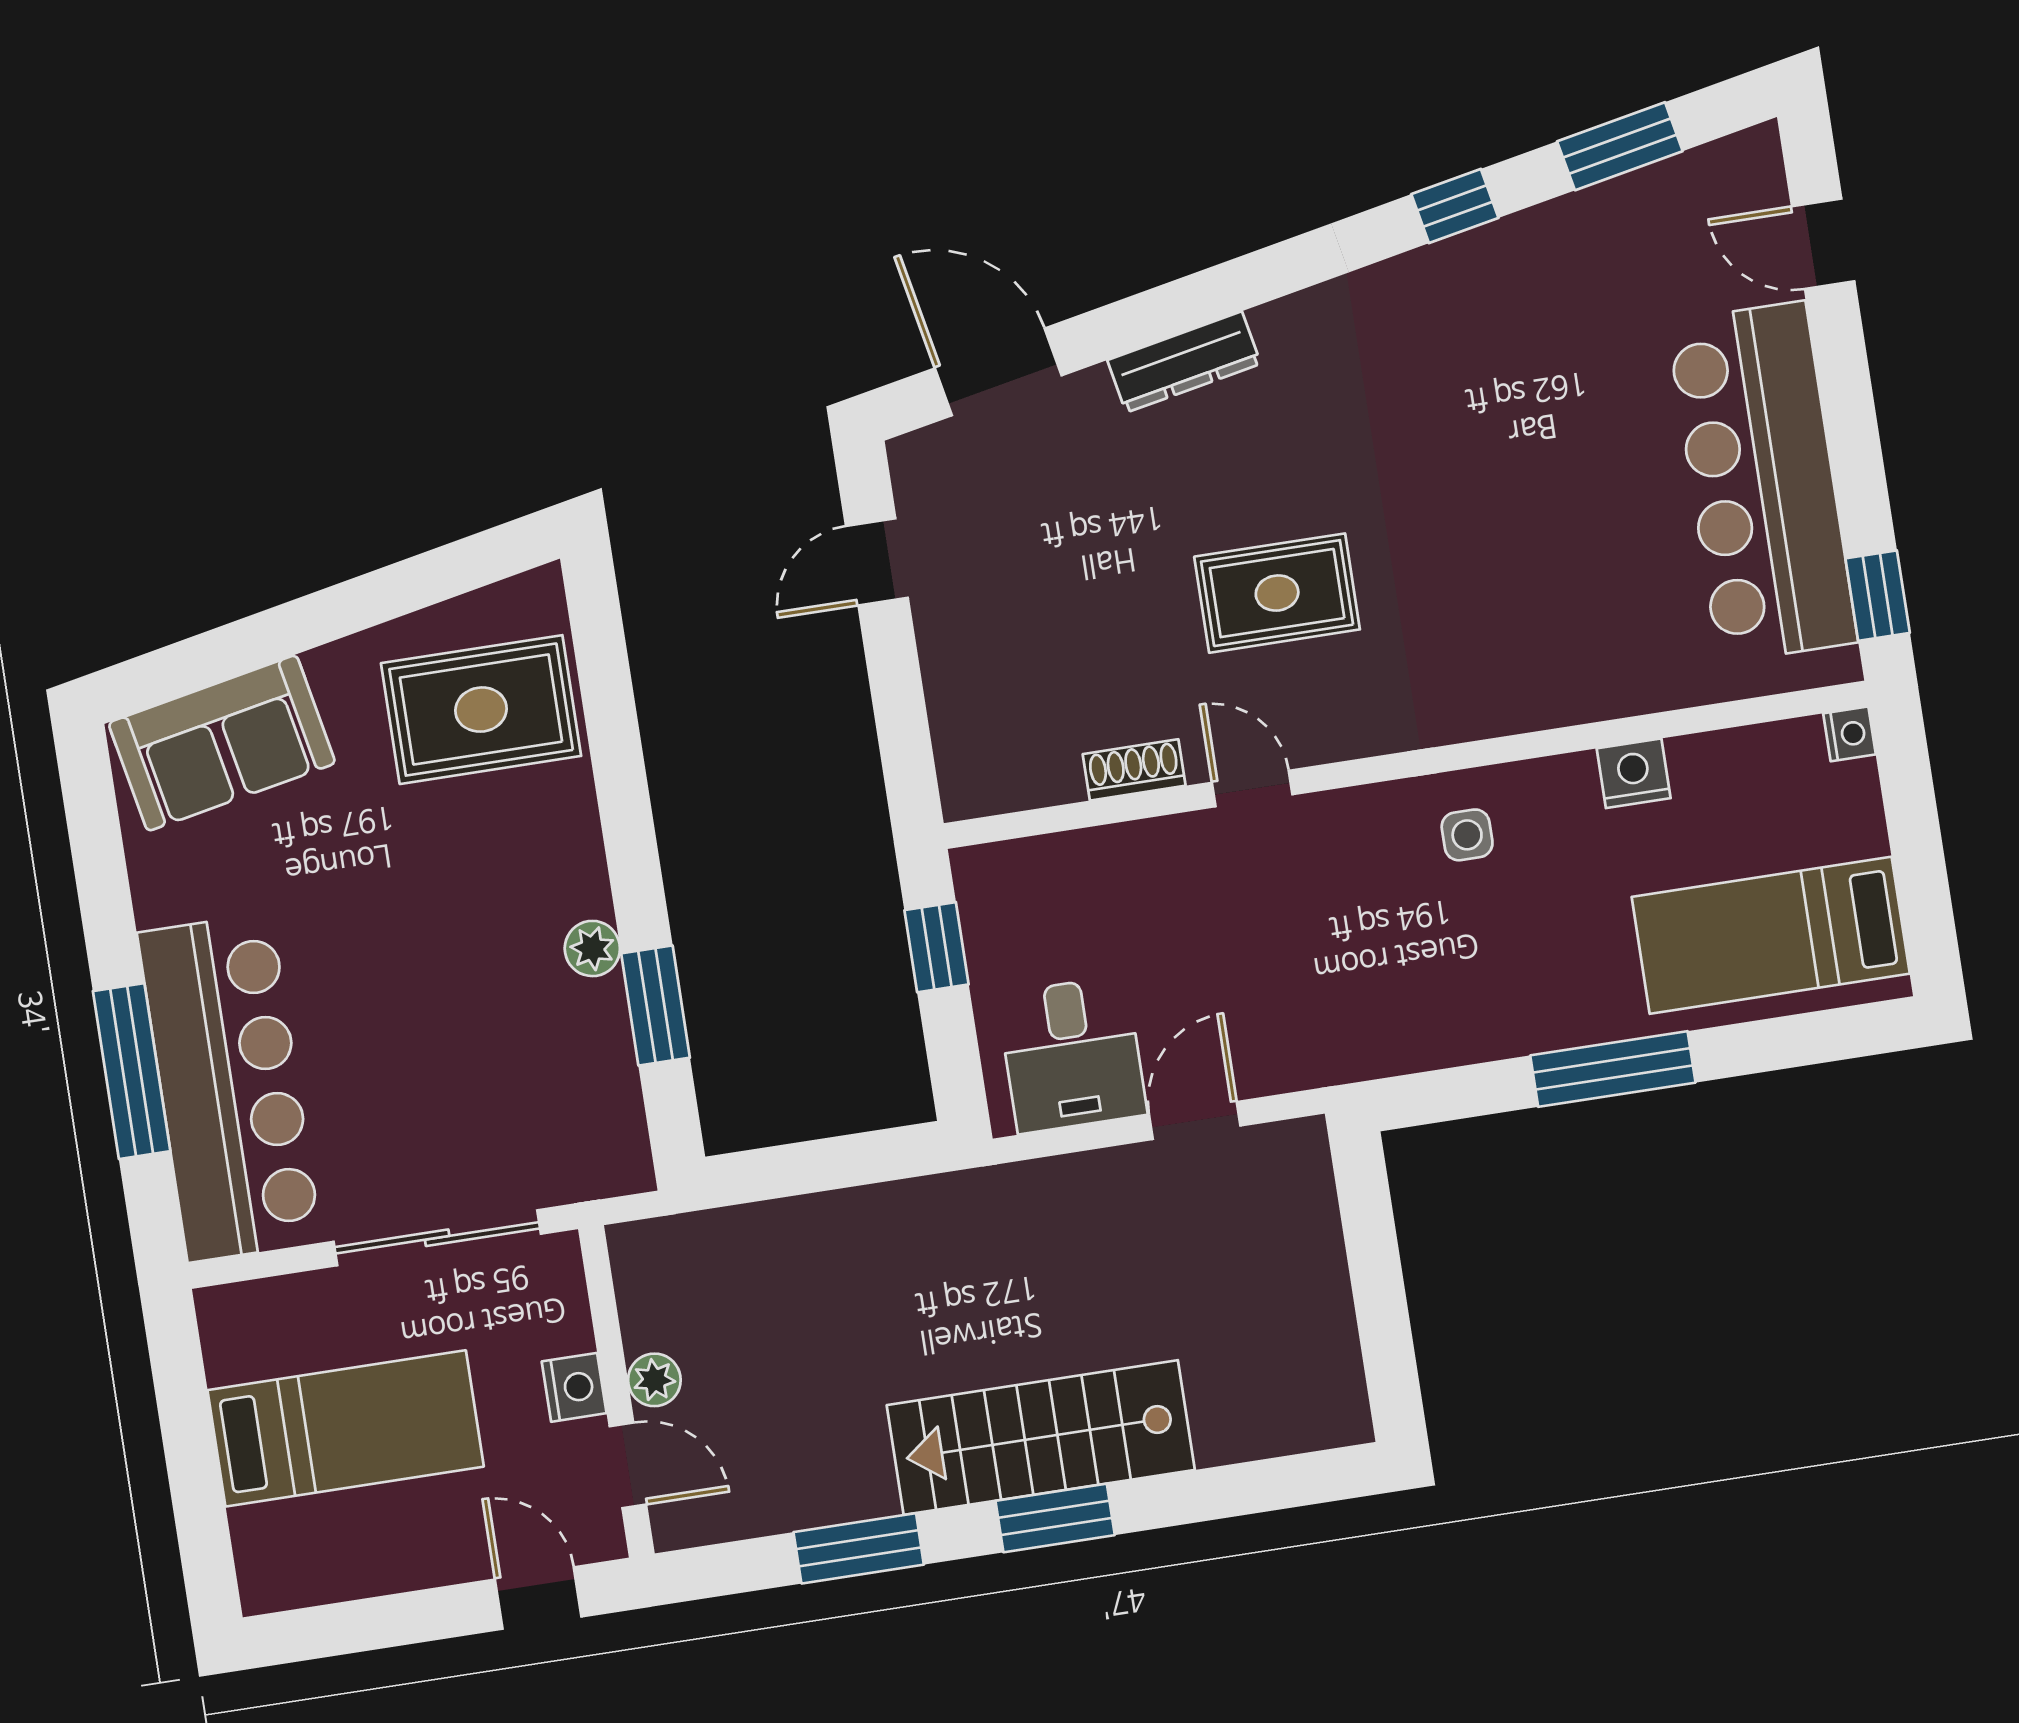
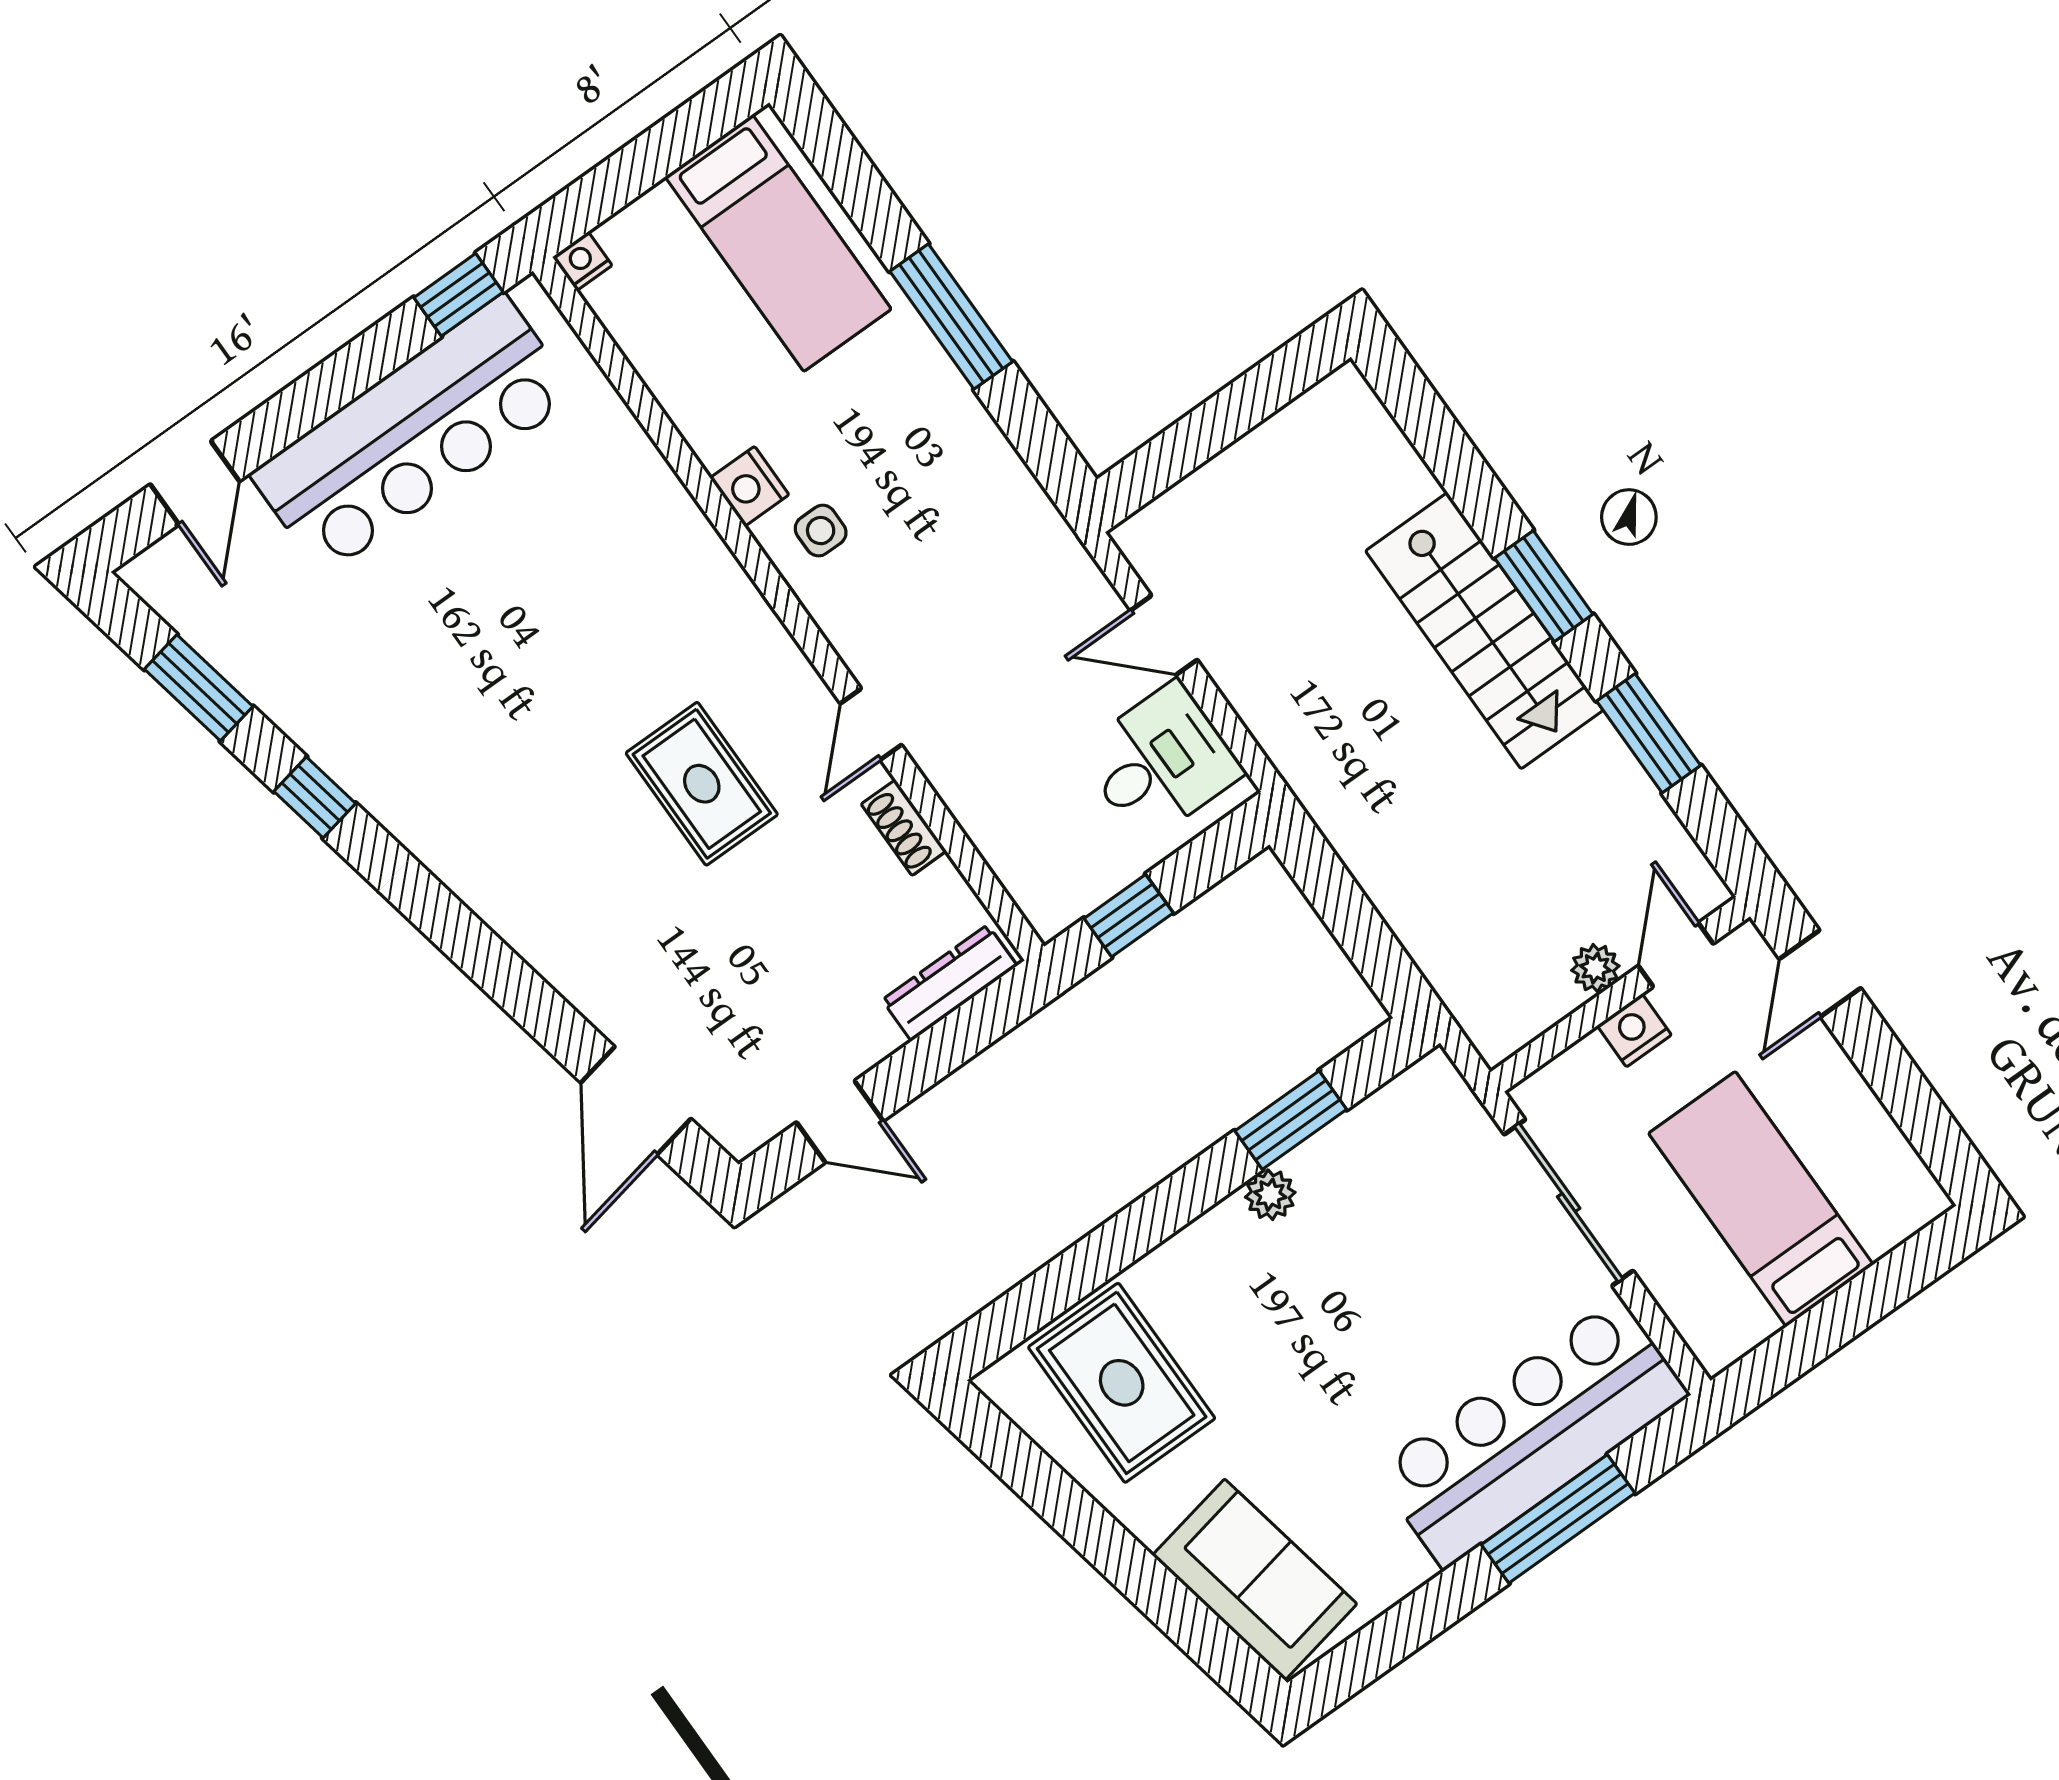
dresser: (1184, 362) -> (950, 983), moved, turned -79
nightstand: (1634, 773) -> (749, 486), moved

